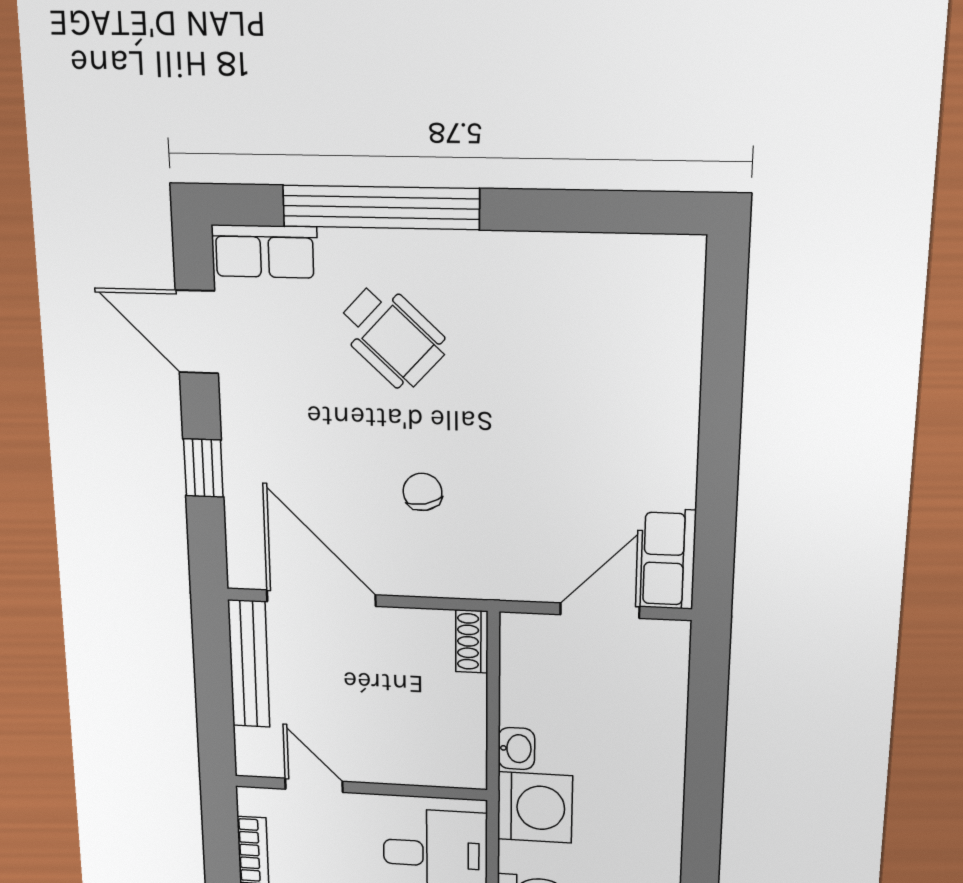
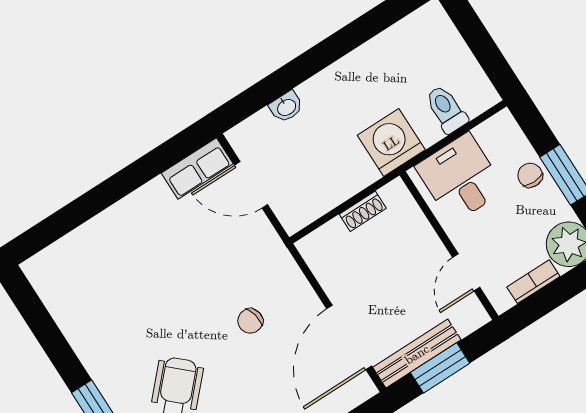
shoe rack: (472, 642) -> (363, 211), moved
window: (213, 679) -> (440, 368), added
washbasin: (516, 749) -> (286, 107), moved, turned 180

